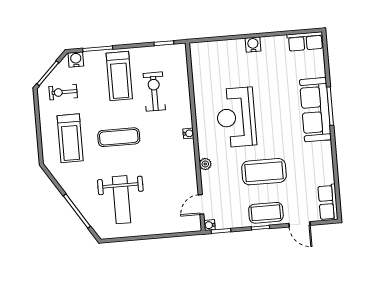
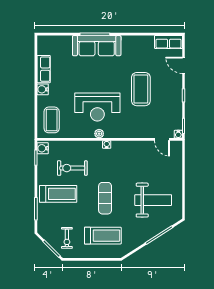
row of seats: (305, 41) -> (44, 69), moved
water cooler: (76, 59) -> (43, 148), moved
plant: (205, 164) -> (99, 134), moved
coffee table: (266, 213) -> (52, 120), moved
door: (299, 224) -> (184, 65), swing flipped

